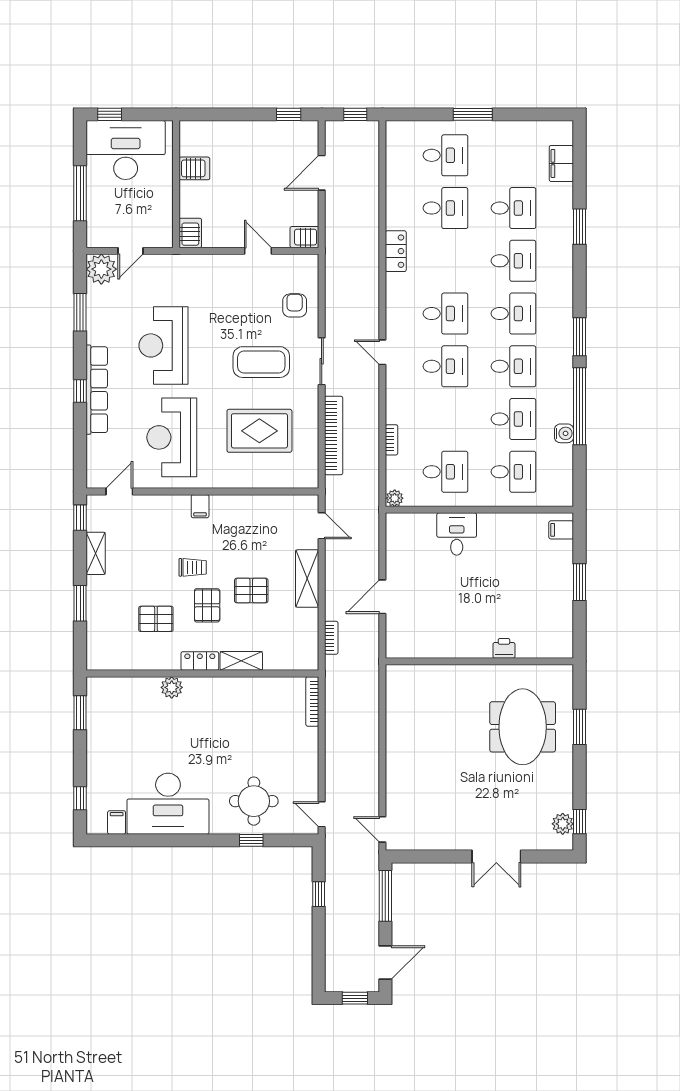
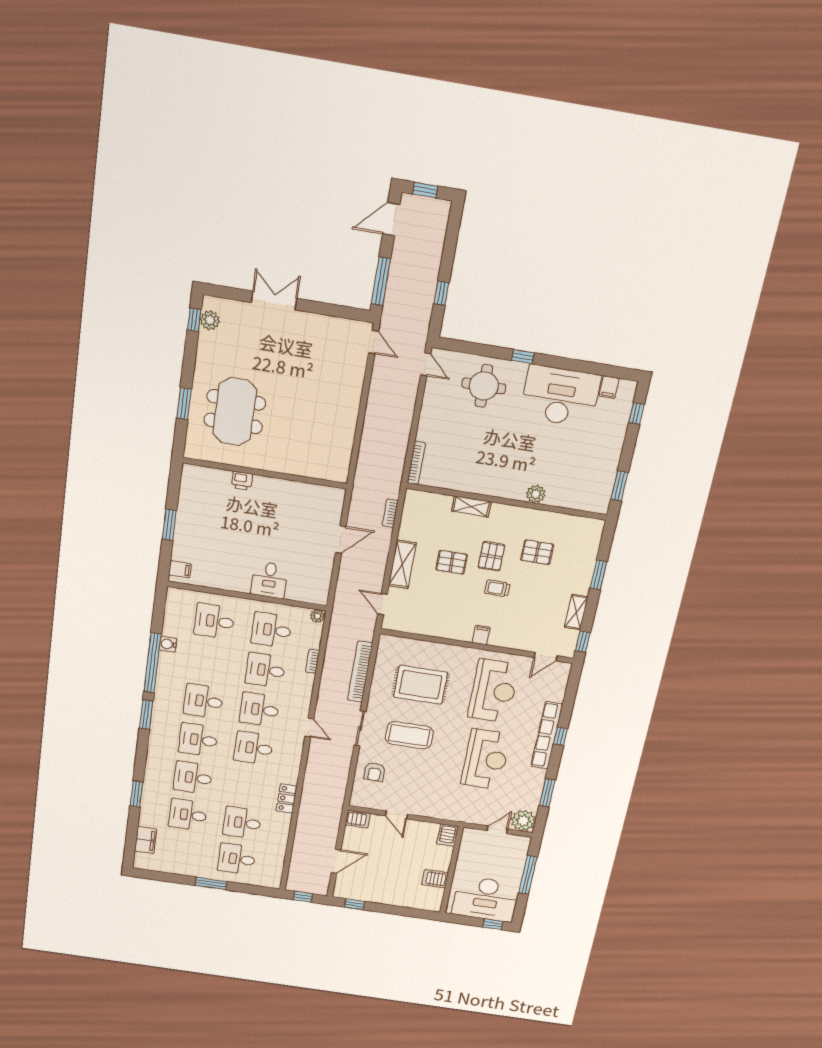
desk: (513, 419) -> (265, 670), moved
locker: (200, 661) -> (507, 512), removed
window: (251, 840) -> (523, 357), moved

